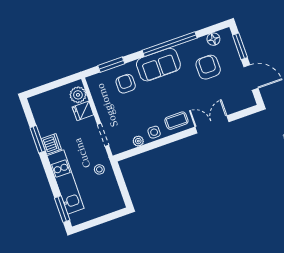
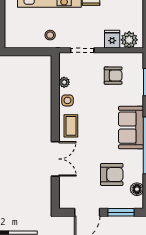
armchair: (126, 84) -> (113, 76), moved

